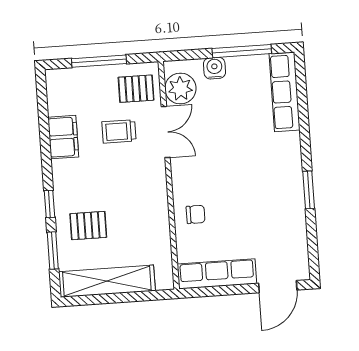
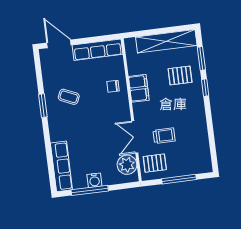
water cooler: (214, 68) -> (94, 180), moved
filing cabinet: (63, 137) -> (139, 88), moved, turned 180
coffee table: (267, 202) -> (69, 97), added
door: (278, 287) -> (59, 44), hinge flipped

